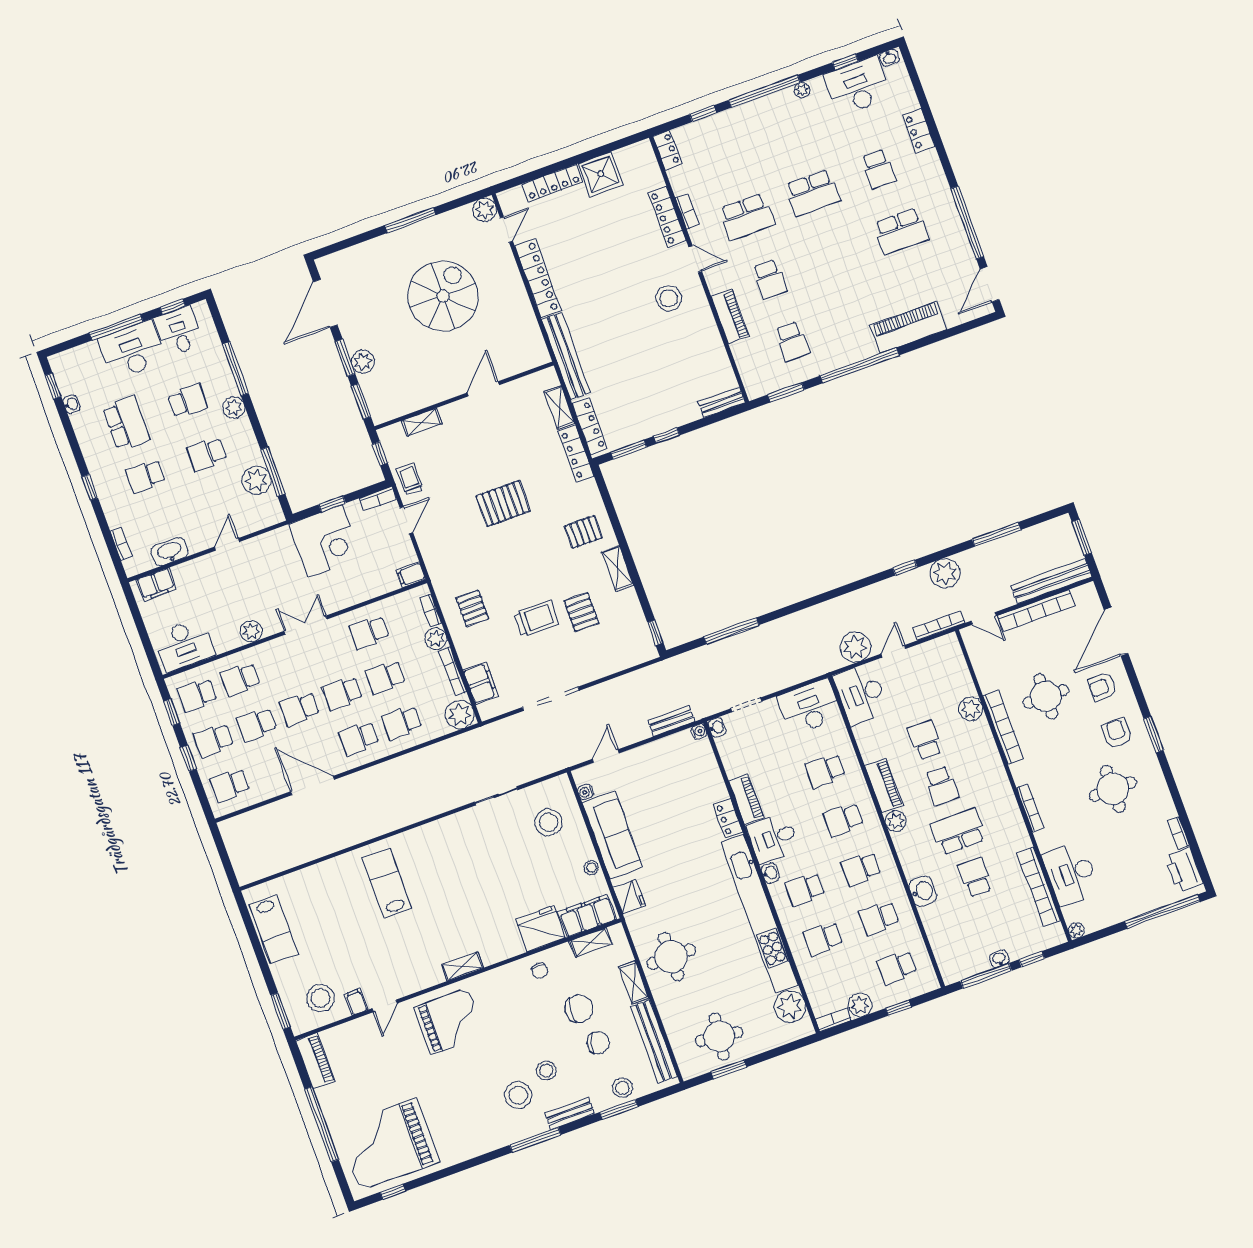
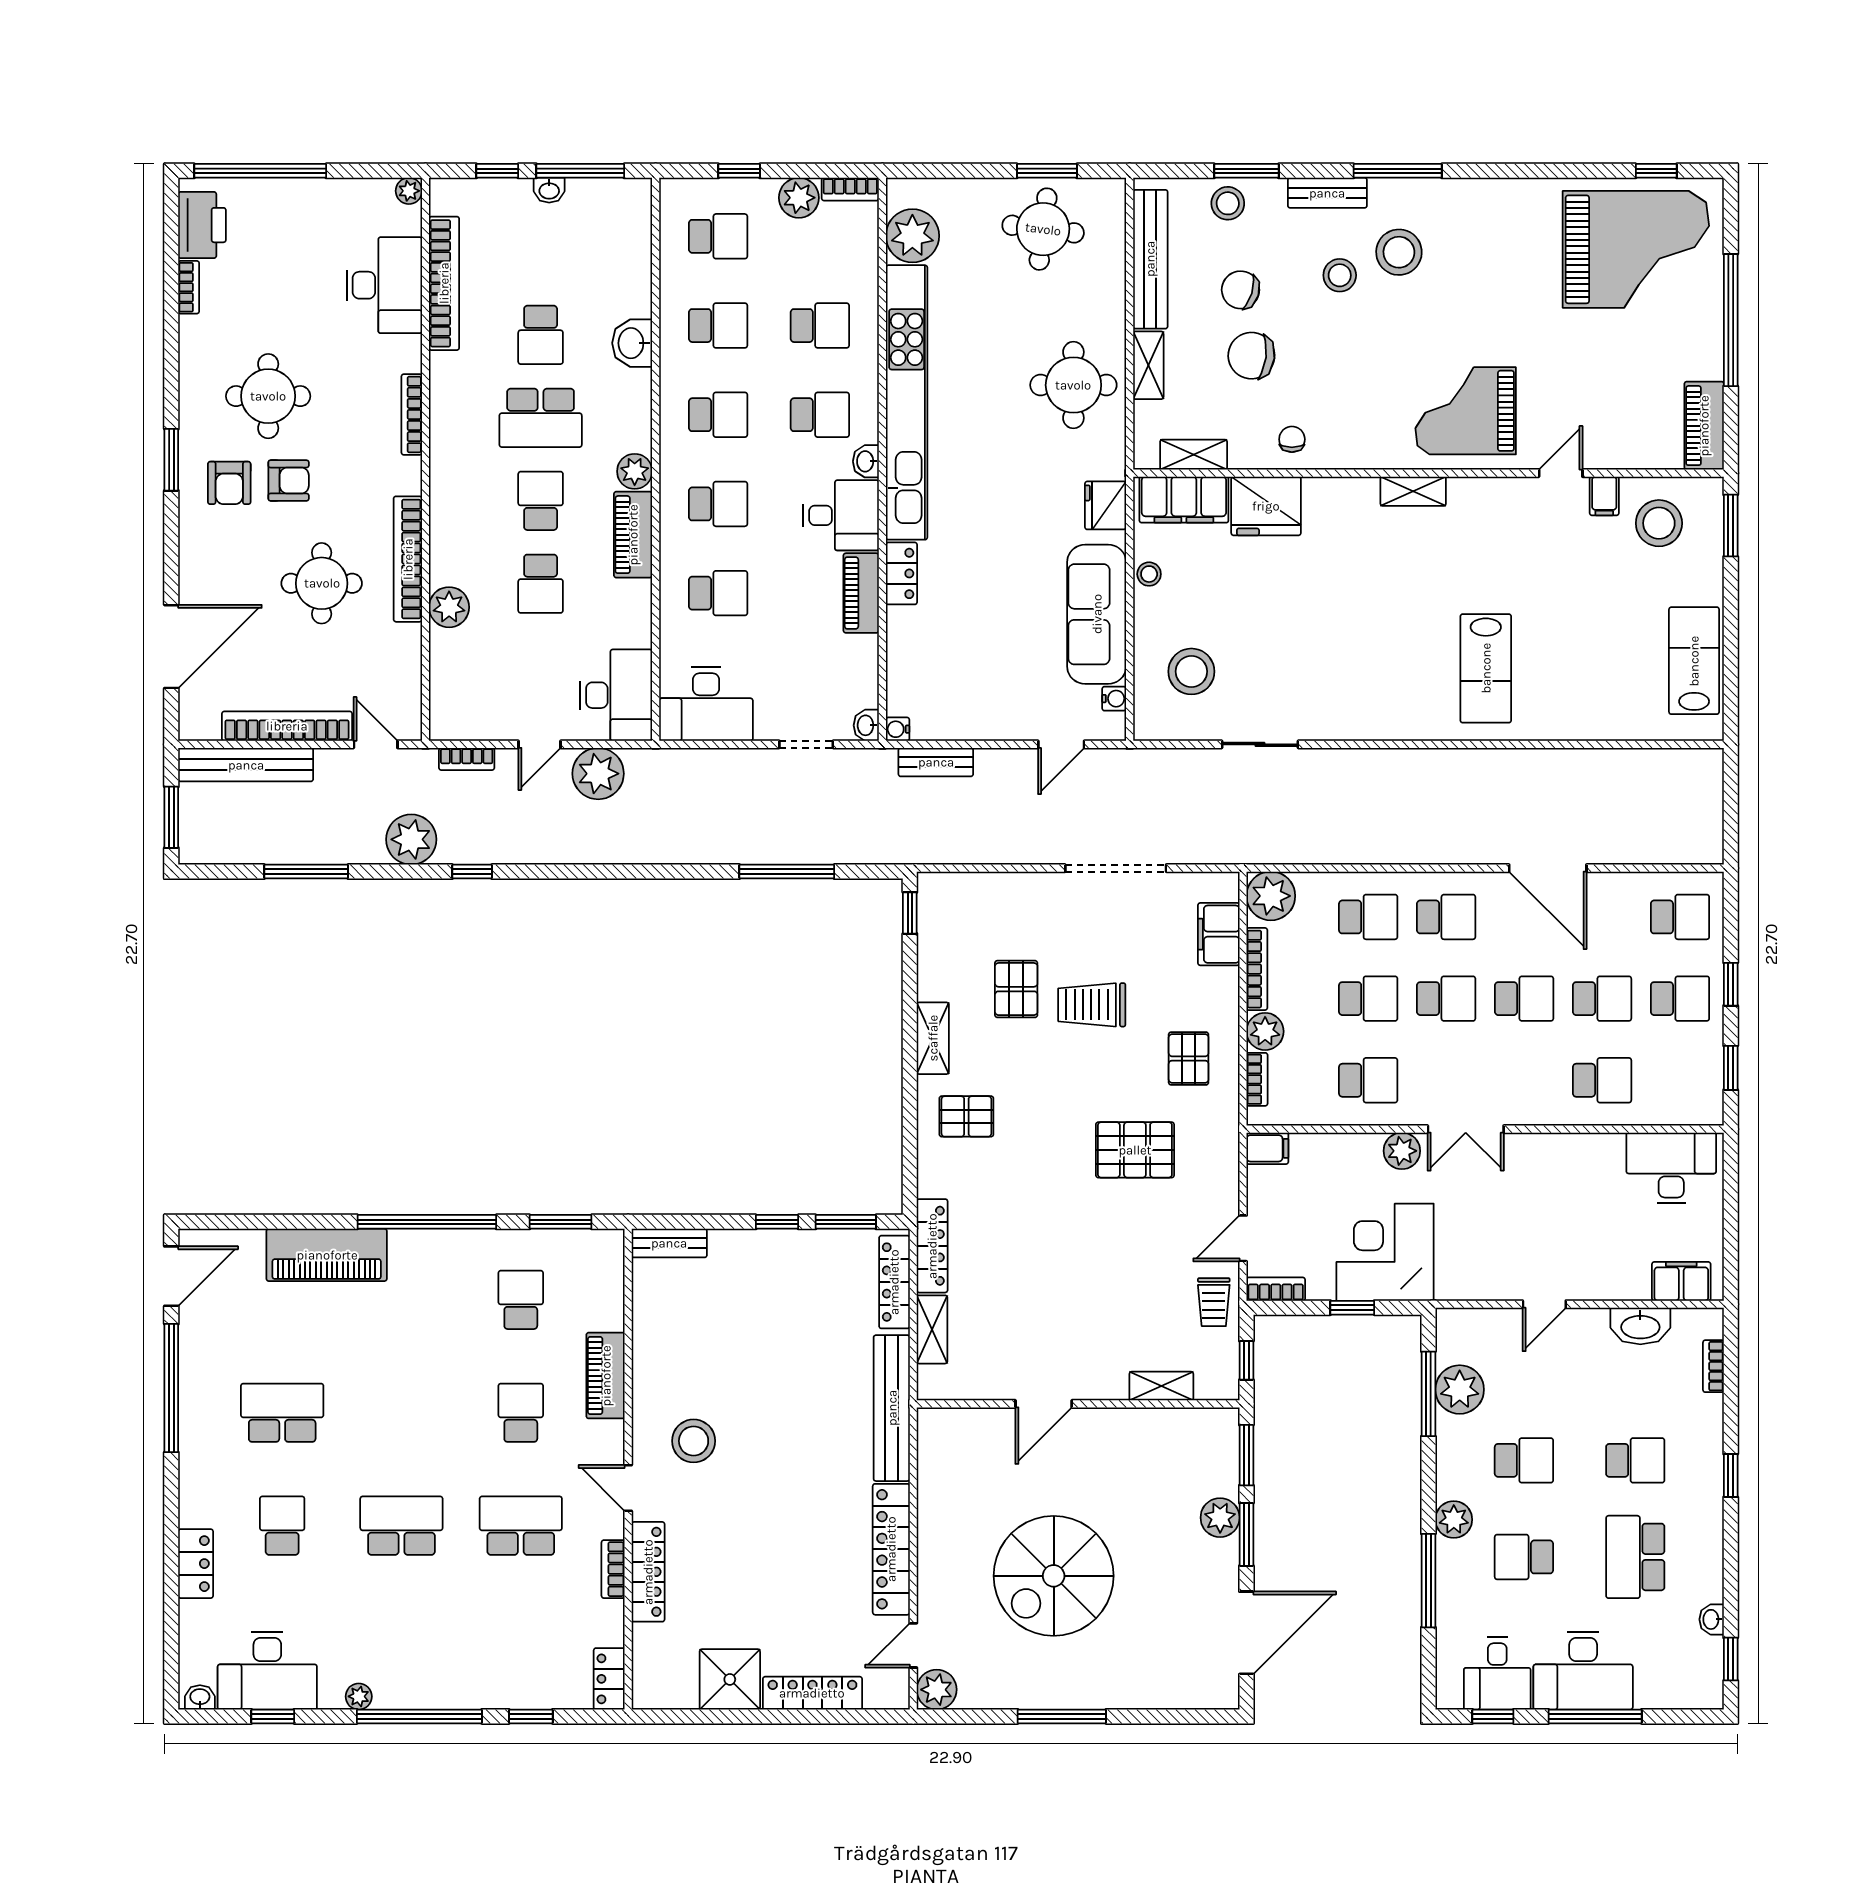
pallet: (503, 504) -> (1135, 1150), moved
bookcase: (939, 626) -> (467, 759), width x0.64
plant: (251, 631) -> (1402, 1151), moved
armchair: (1102, 687) -> (289, 481), moved
school desk: (197, 695) -> (1680, 1080), removed

